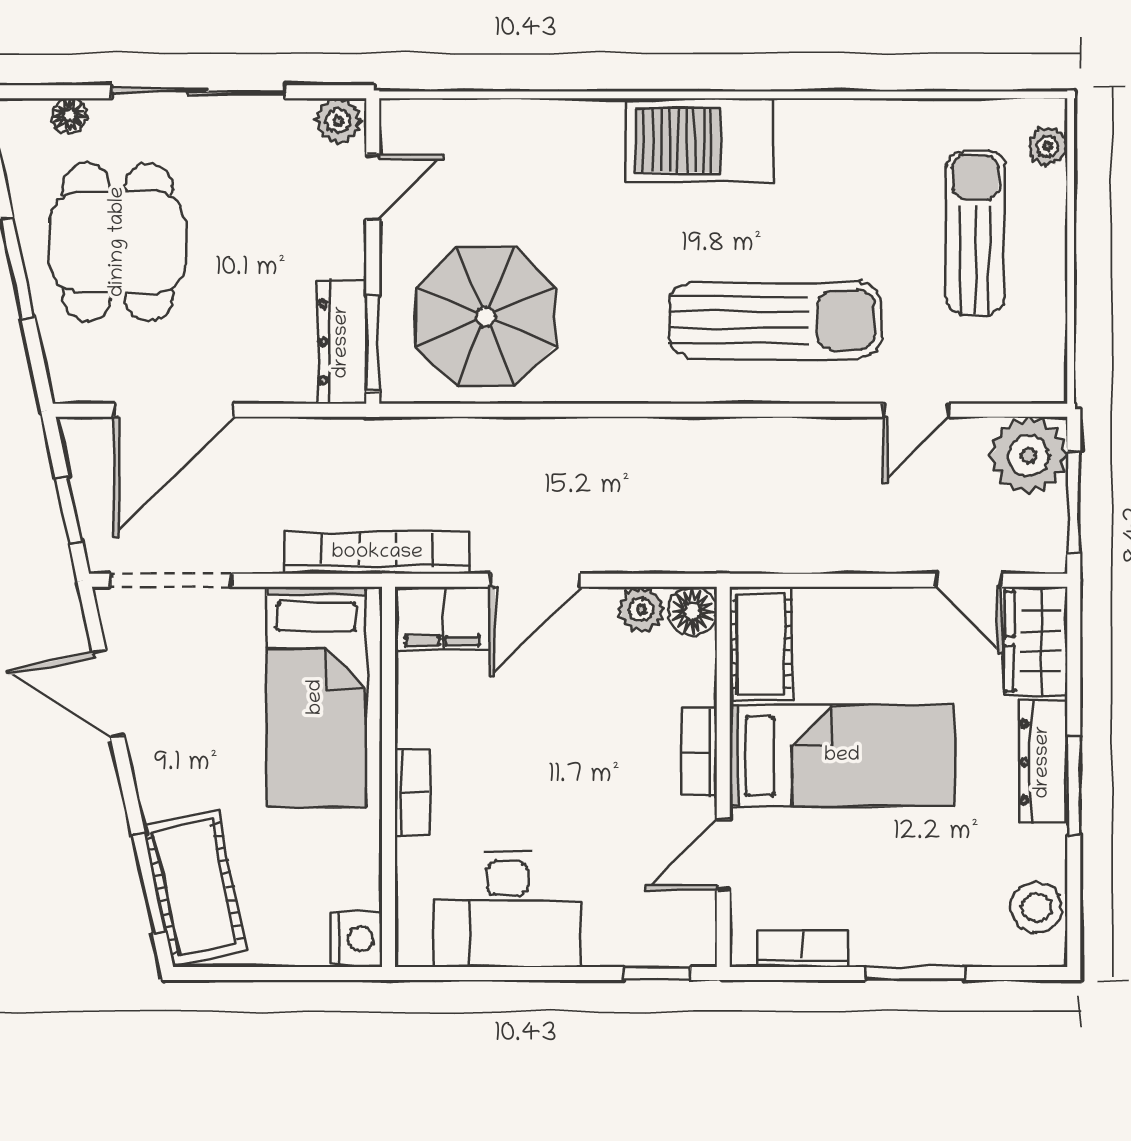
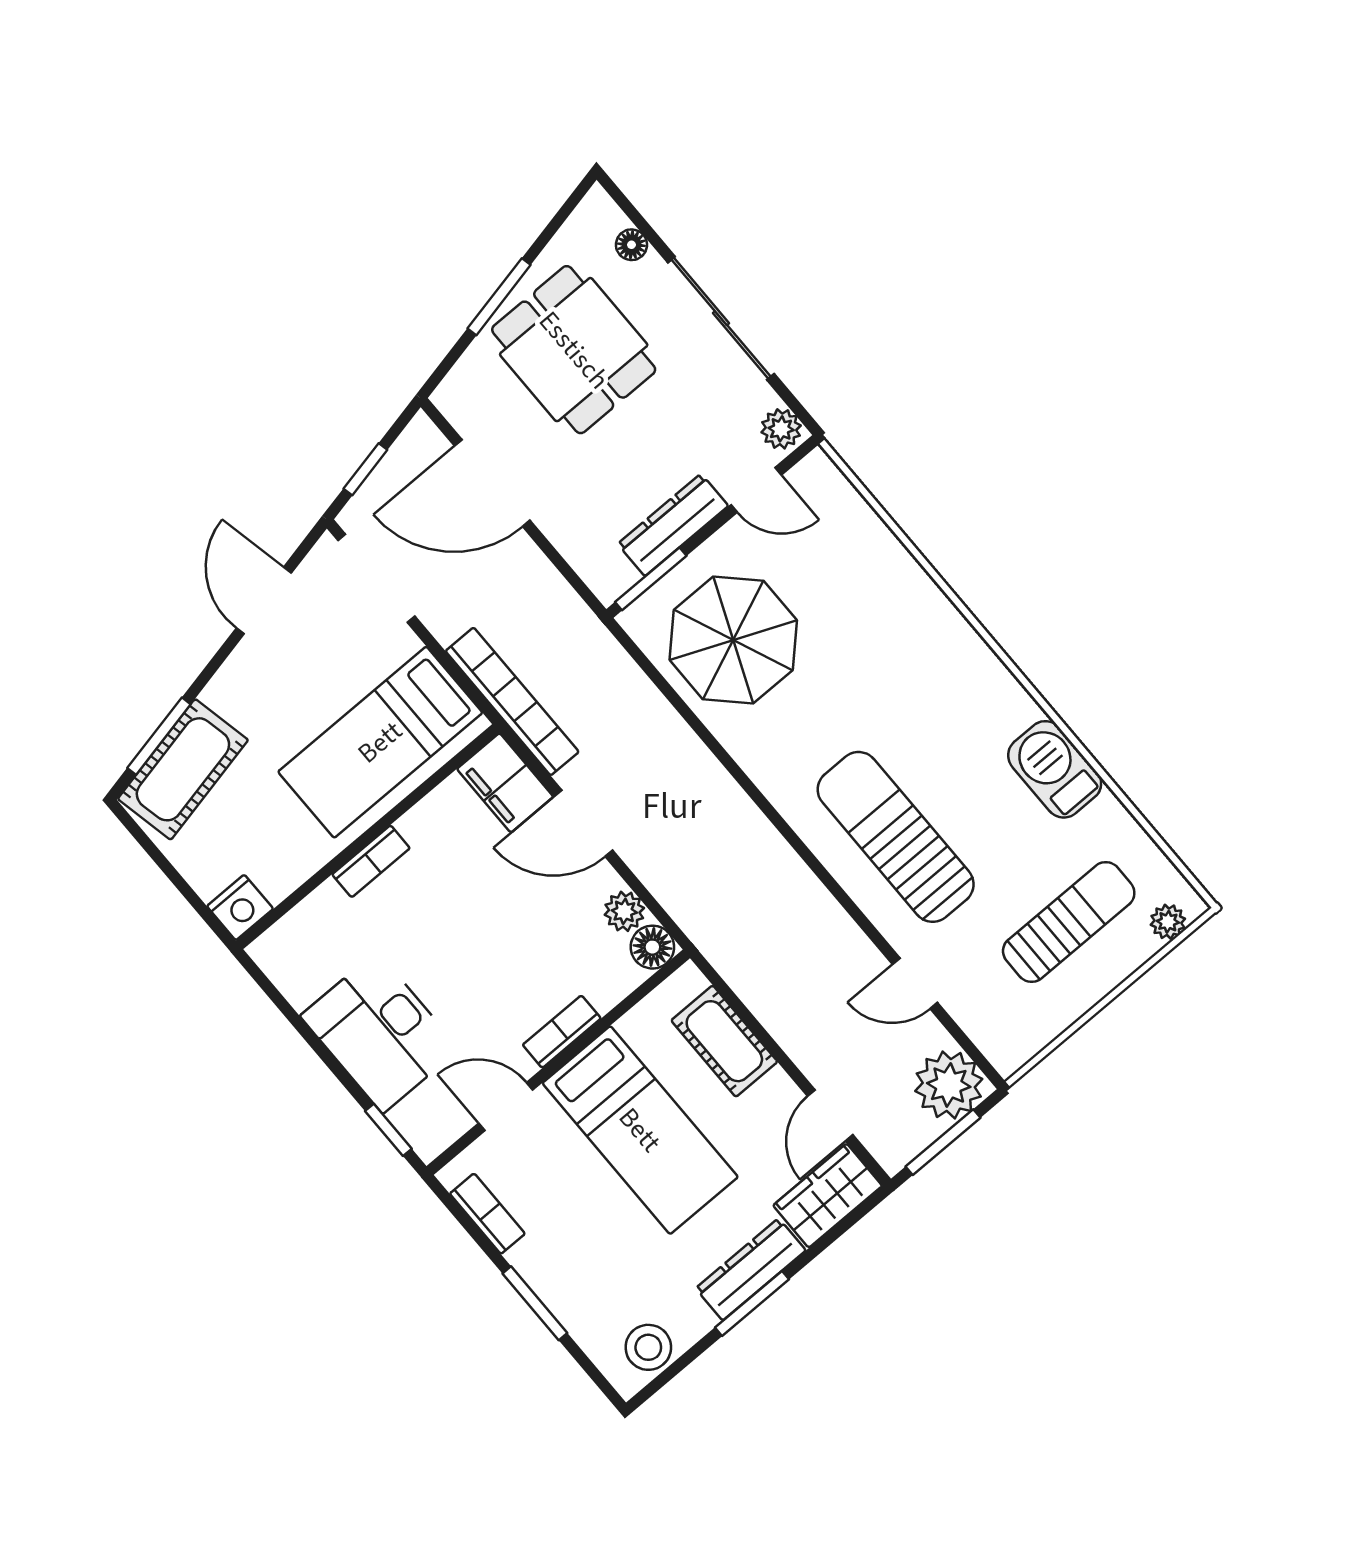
barbecue: (700, 140) -> (1055, 769), moved, width x0.73, depth x0.83
dining table: (118, 242) -> (574, 350), turned 90
sun lounger: (775, 320) -> (896, 837), turned 180
dresser: (342, 342) -> (673, 525), moved
cot: (761, 644) -> (724, 1041), moved, turned 90
desk: (507, 910) -> (380, 1032), moved

